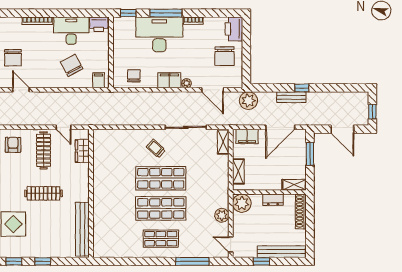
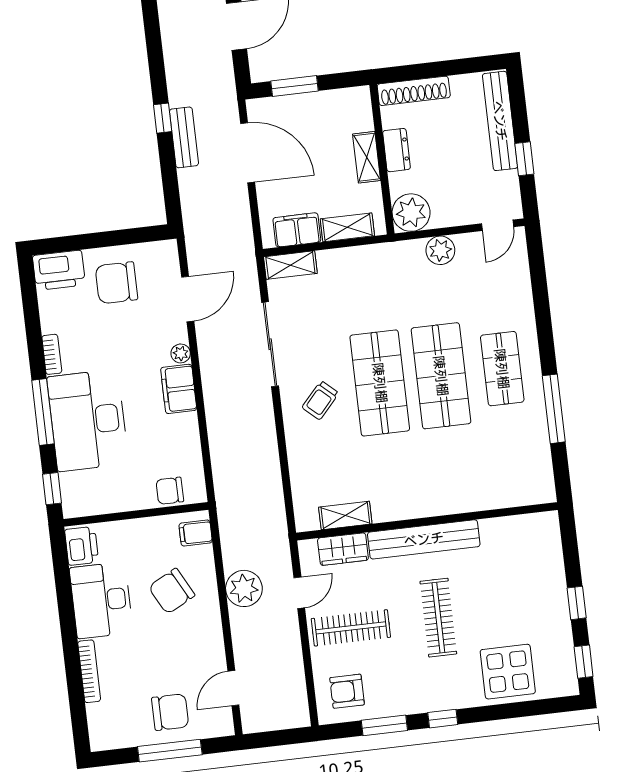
chair: (225, 56) -> (116, 283), turned 180
chair: (134, 76) -> (170, 491), moved
plant: (248, 101) -> (244, 588), moved
filing cabinet: (247, 136) -> (297, 230), moved, turned -90
shelving: (98, 154) -> (345, 515), added
shelving: (294, 185) -> (367, 157), moved
bench: (82, 229) -> (424, 539), moved
window: (192, 261) -> (554, 409), moved

